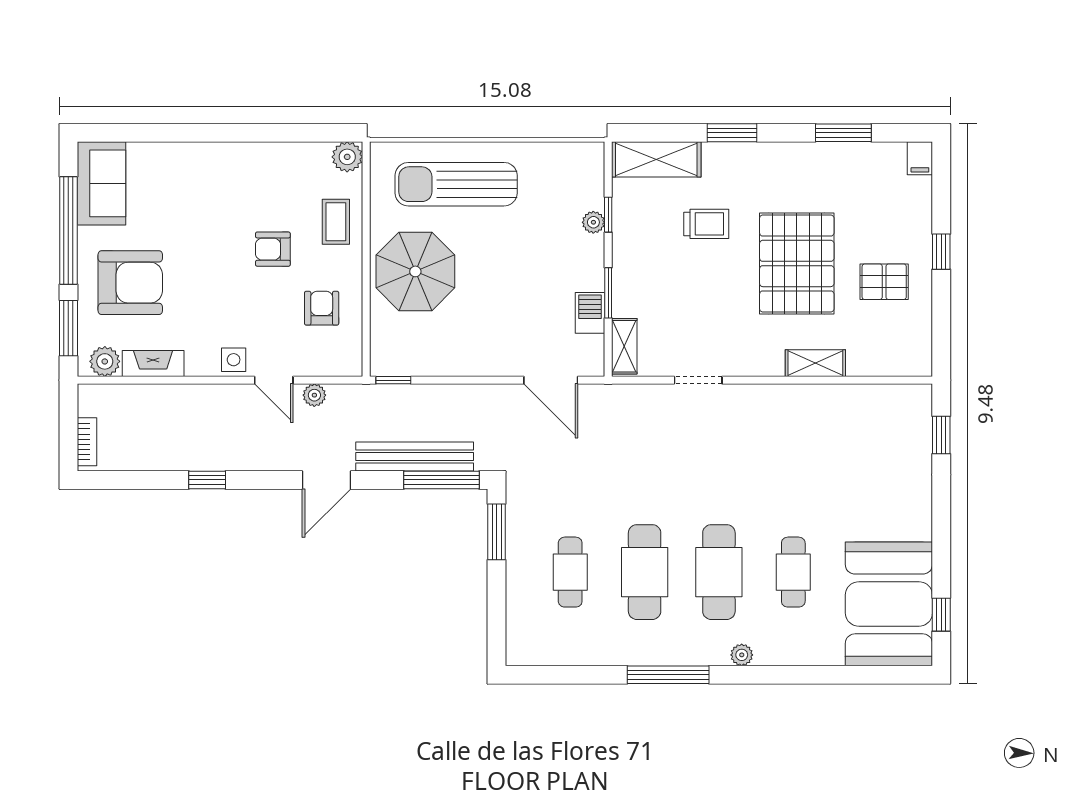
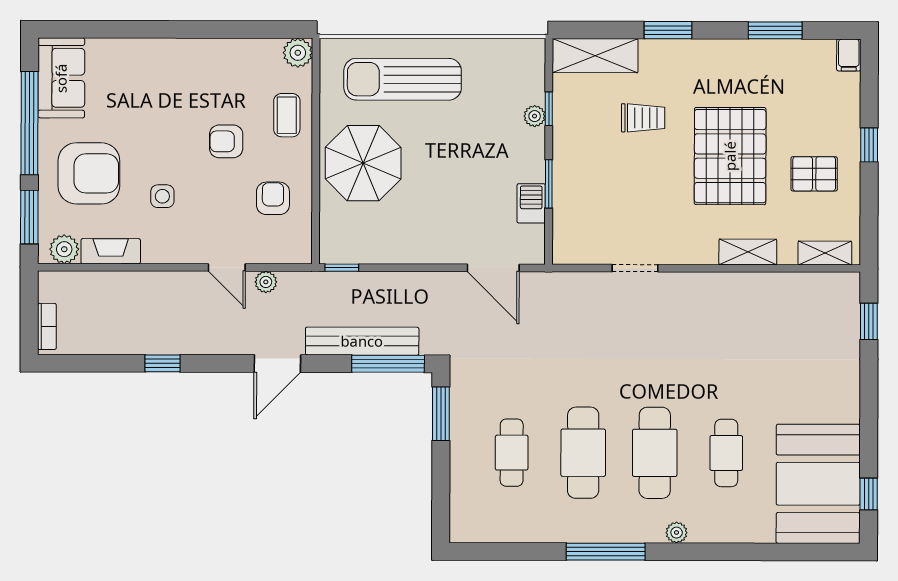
shelving: (624, 346) -> (825, 253), moved, turned 90
side table: (234, 360) -> (162, 196), moved

